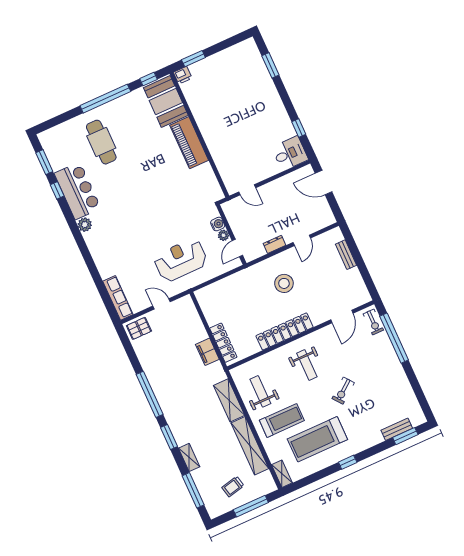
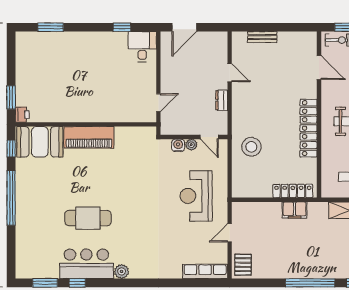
cafe table: (101, 142) -> (88, 218), moved
stool: (284, 283) -> (251, 147), moved

